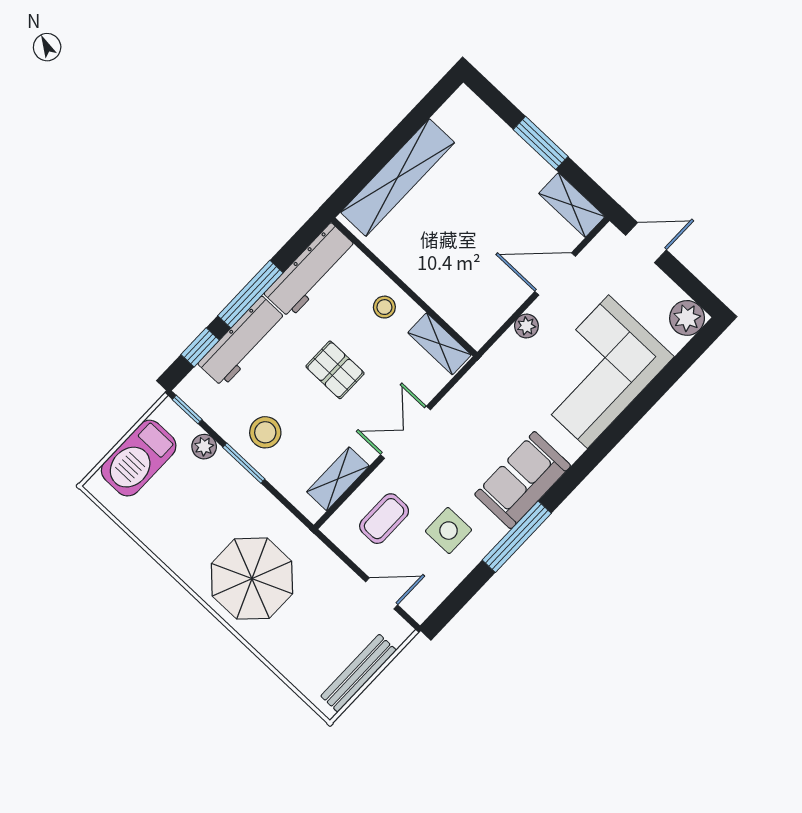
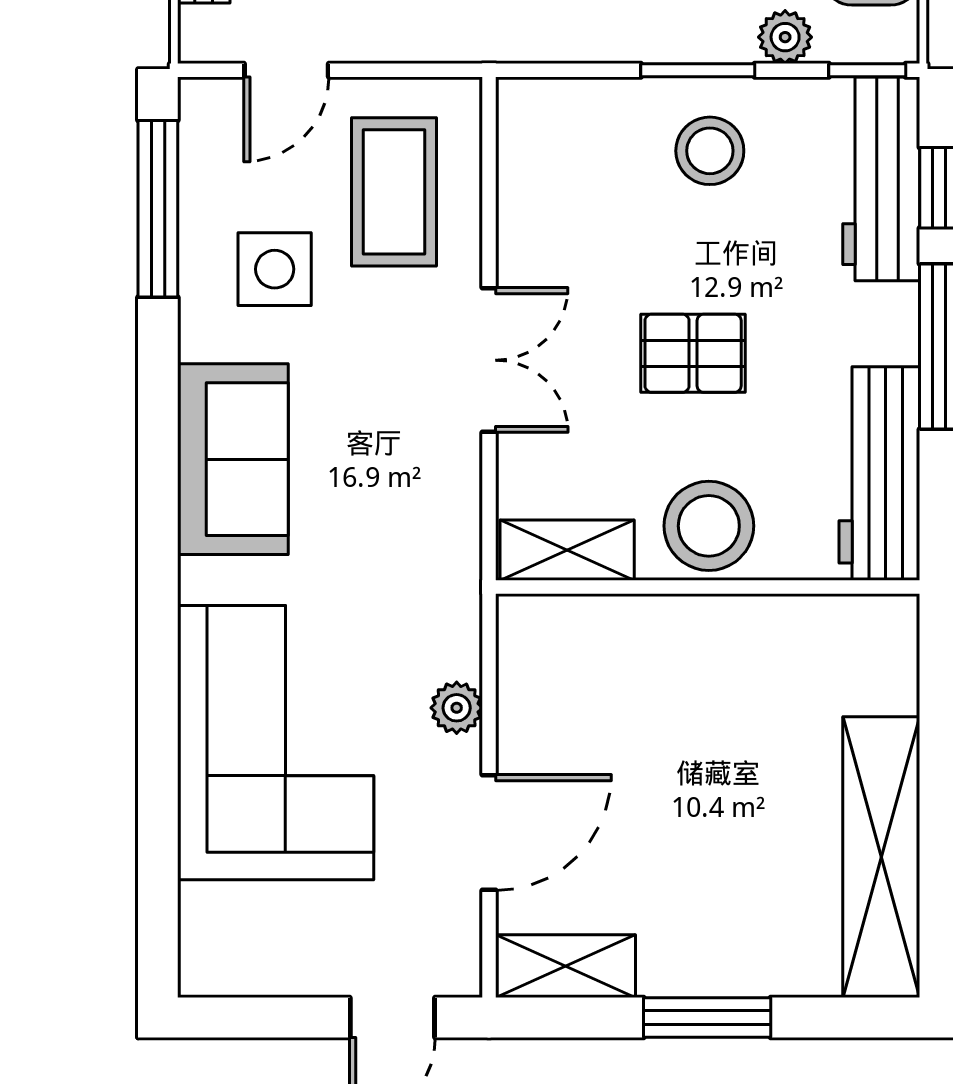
shelving: (398, 177) -> (881, 857), moved
stool: (384, 307) -> (709, 526), width x1.89, depth x1.89
plant: (687, 318) -> (215, 960), removed
workbench: (242, 342) -> (881, 179), moved
shelving: (338, 479) -> (526, 186), removed
coffee table: (384, 519) -> (394, 192), width x1.36, depth x1.30
window: (517, 537) -> (158, 209), moved

